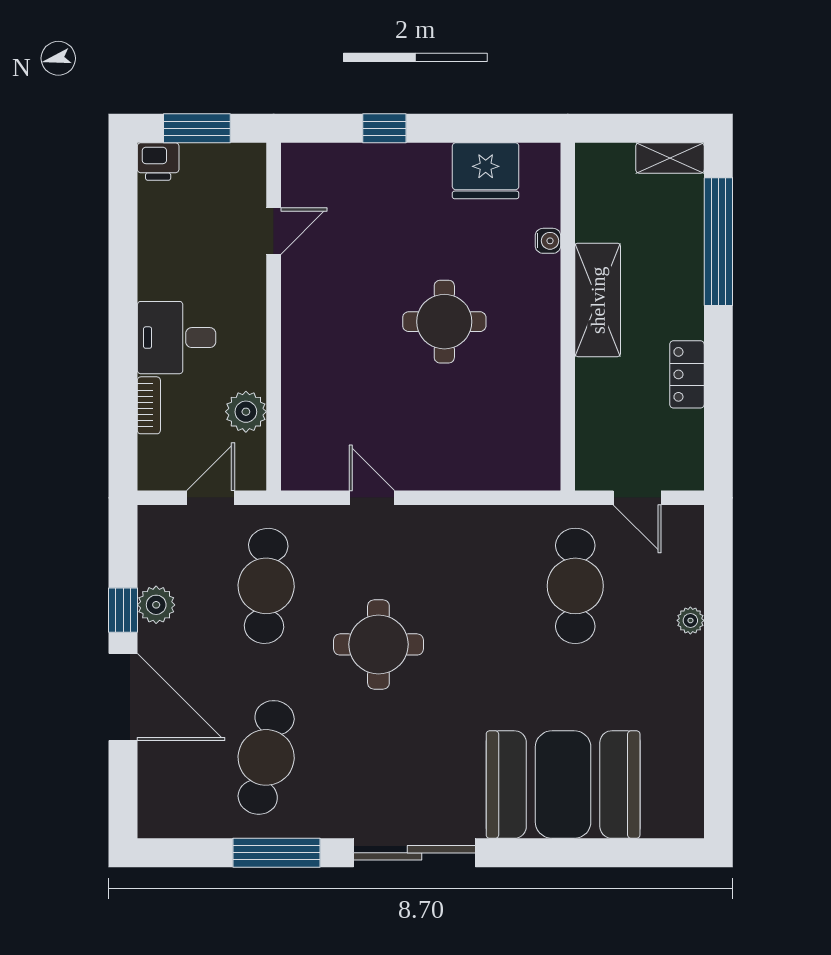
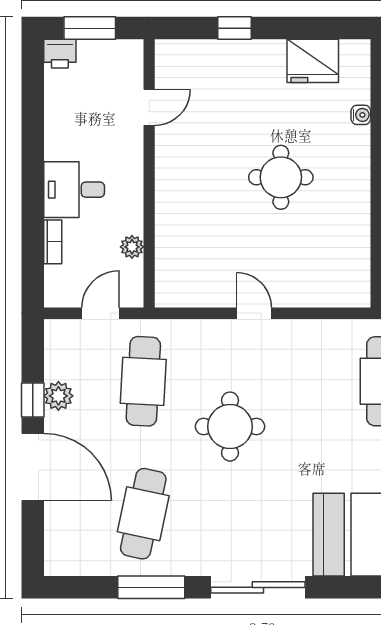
plant: (246, 412) -> (132, 247), width x0.73, depth x0.73
door: (372, 498) -> (254, 313), moved

